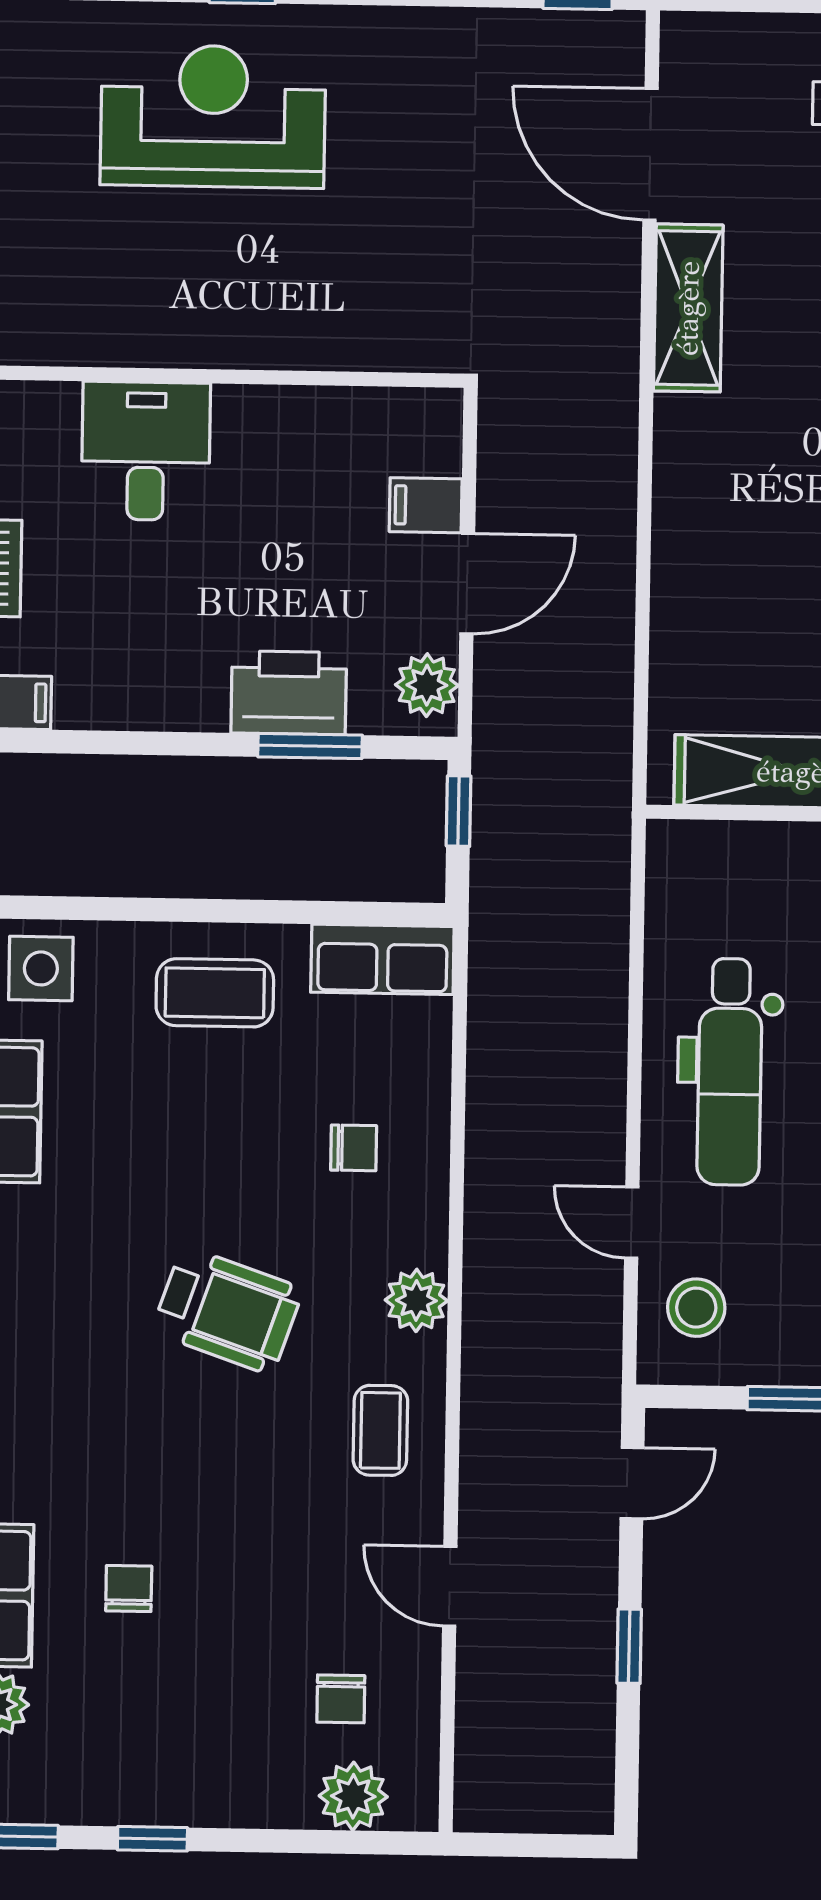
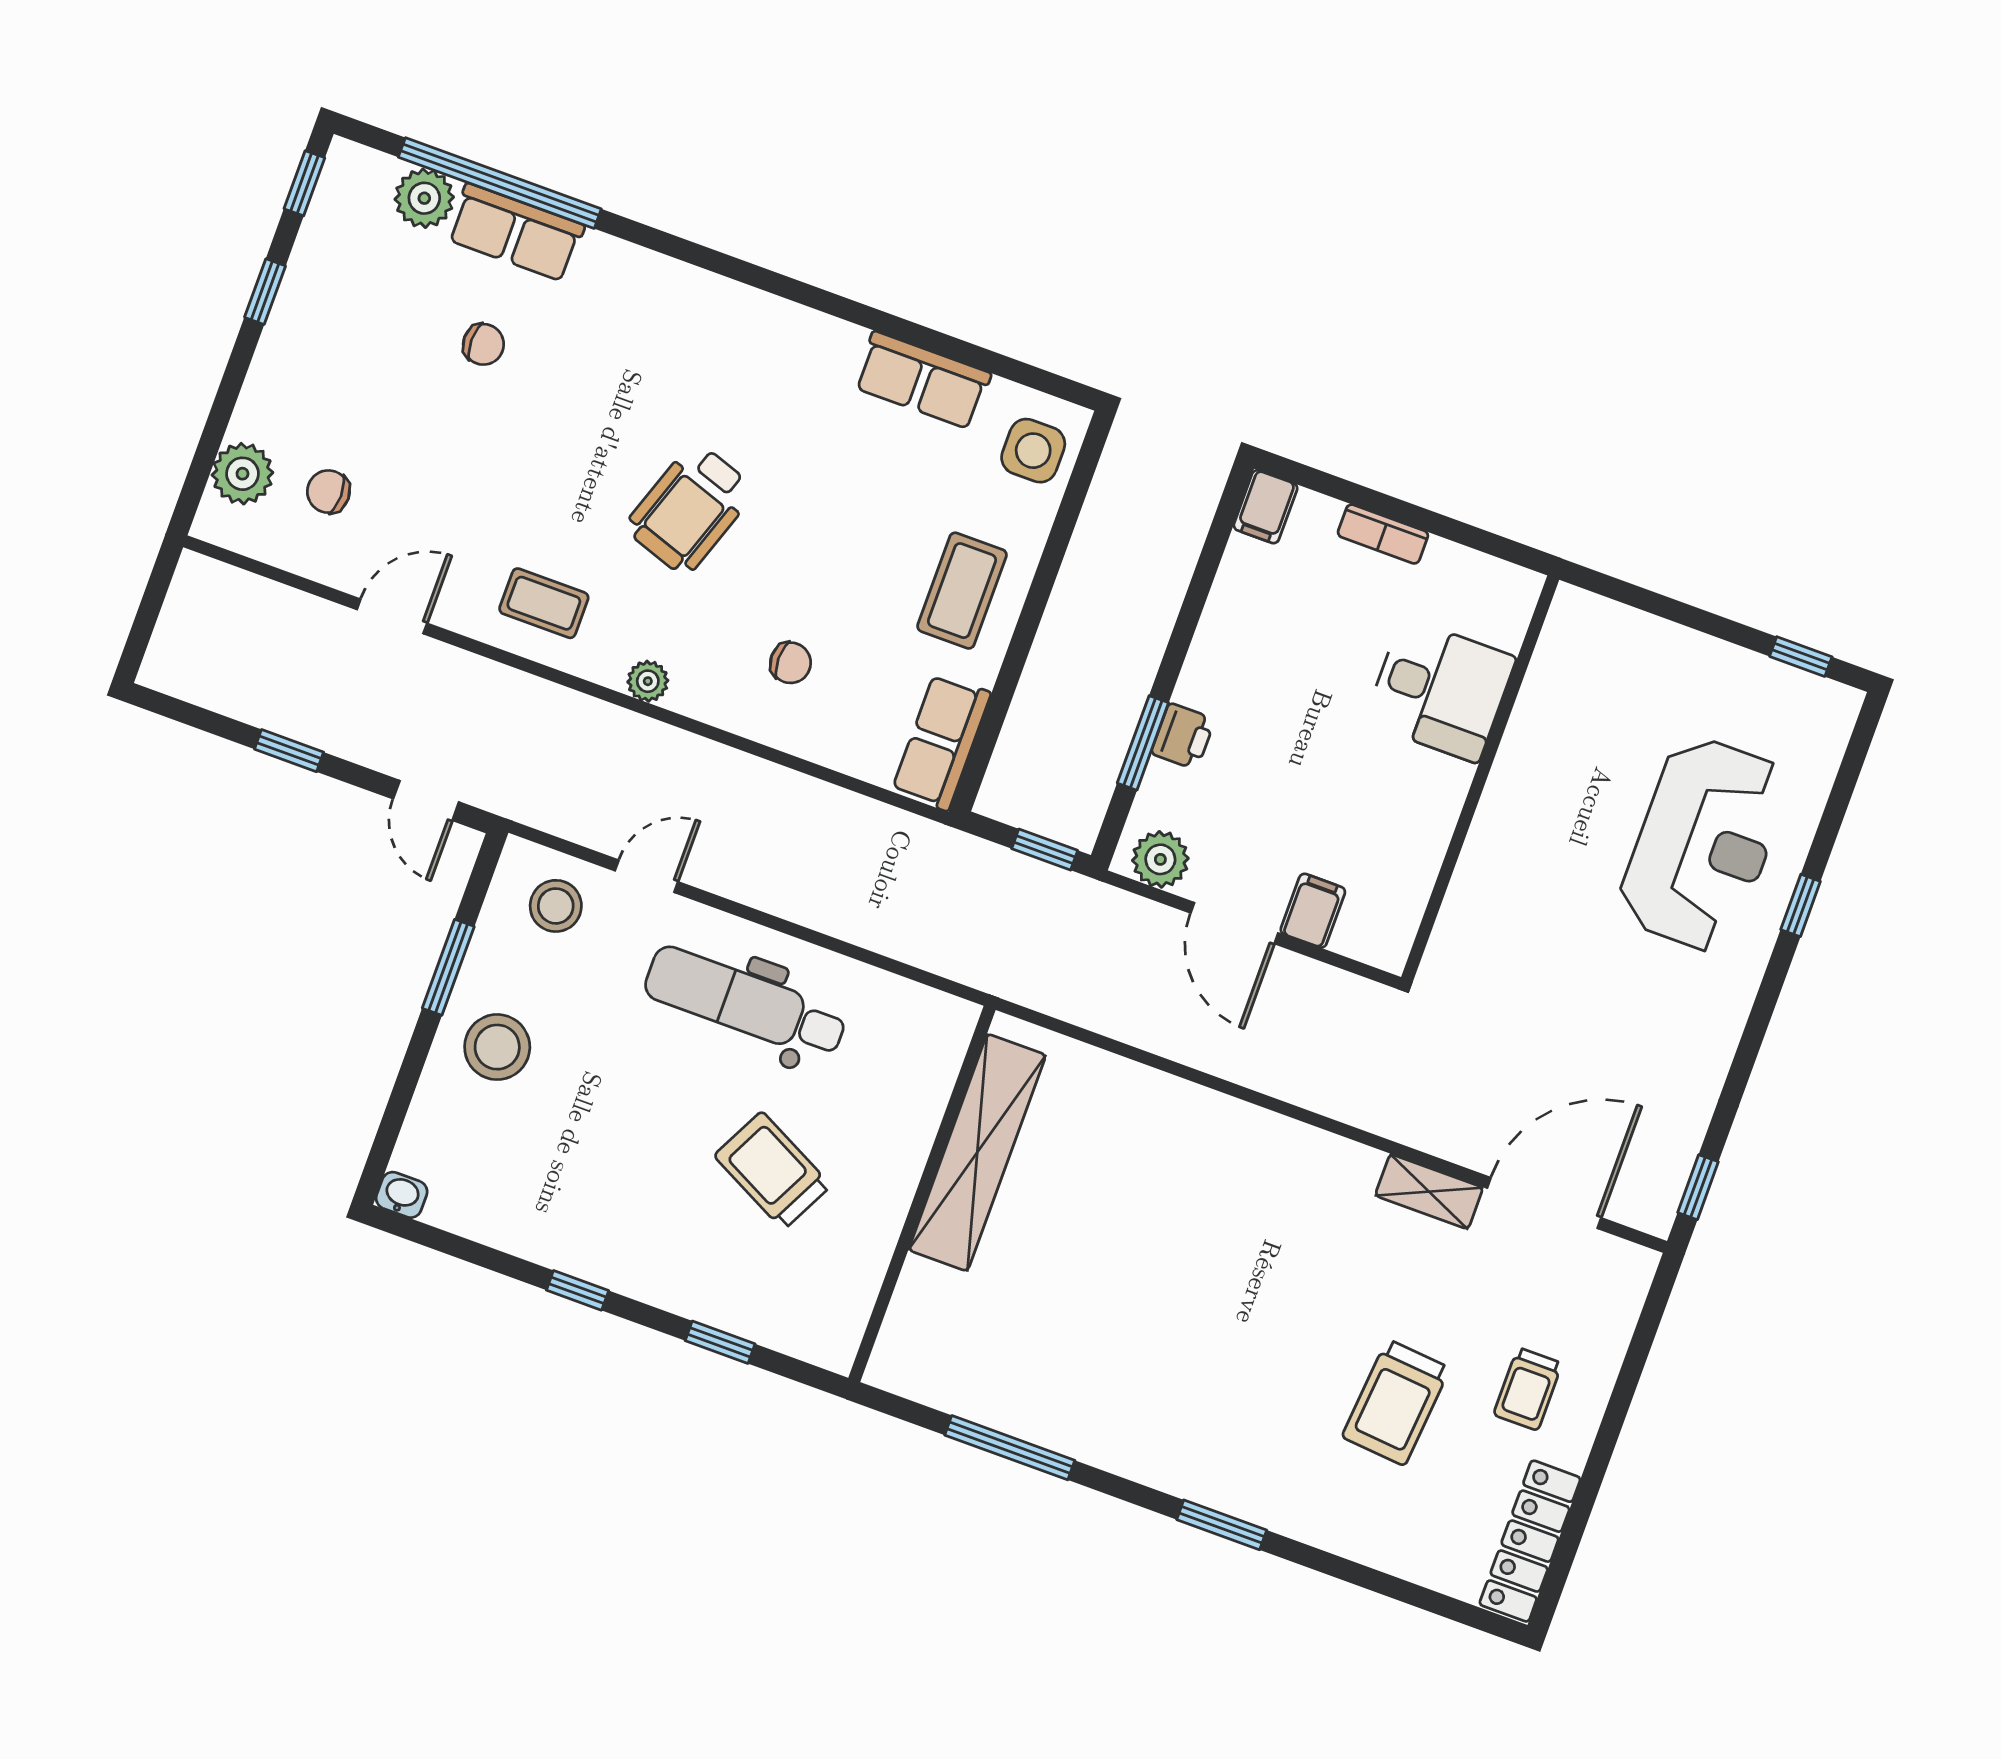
shelving: (688, 308) -> (1429, 1192), width x0.67, depth x0.75
printer: (289, 693) -> (1183, 736), width x0.53, depth x0.68
chair: (354, 1148) -> (791, 663), turned -90
plant: (416, 1300) -> (648, 681), width x0.73, depth x0.73

